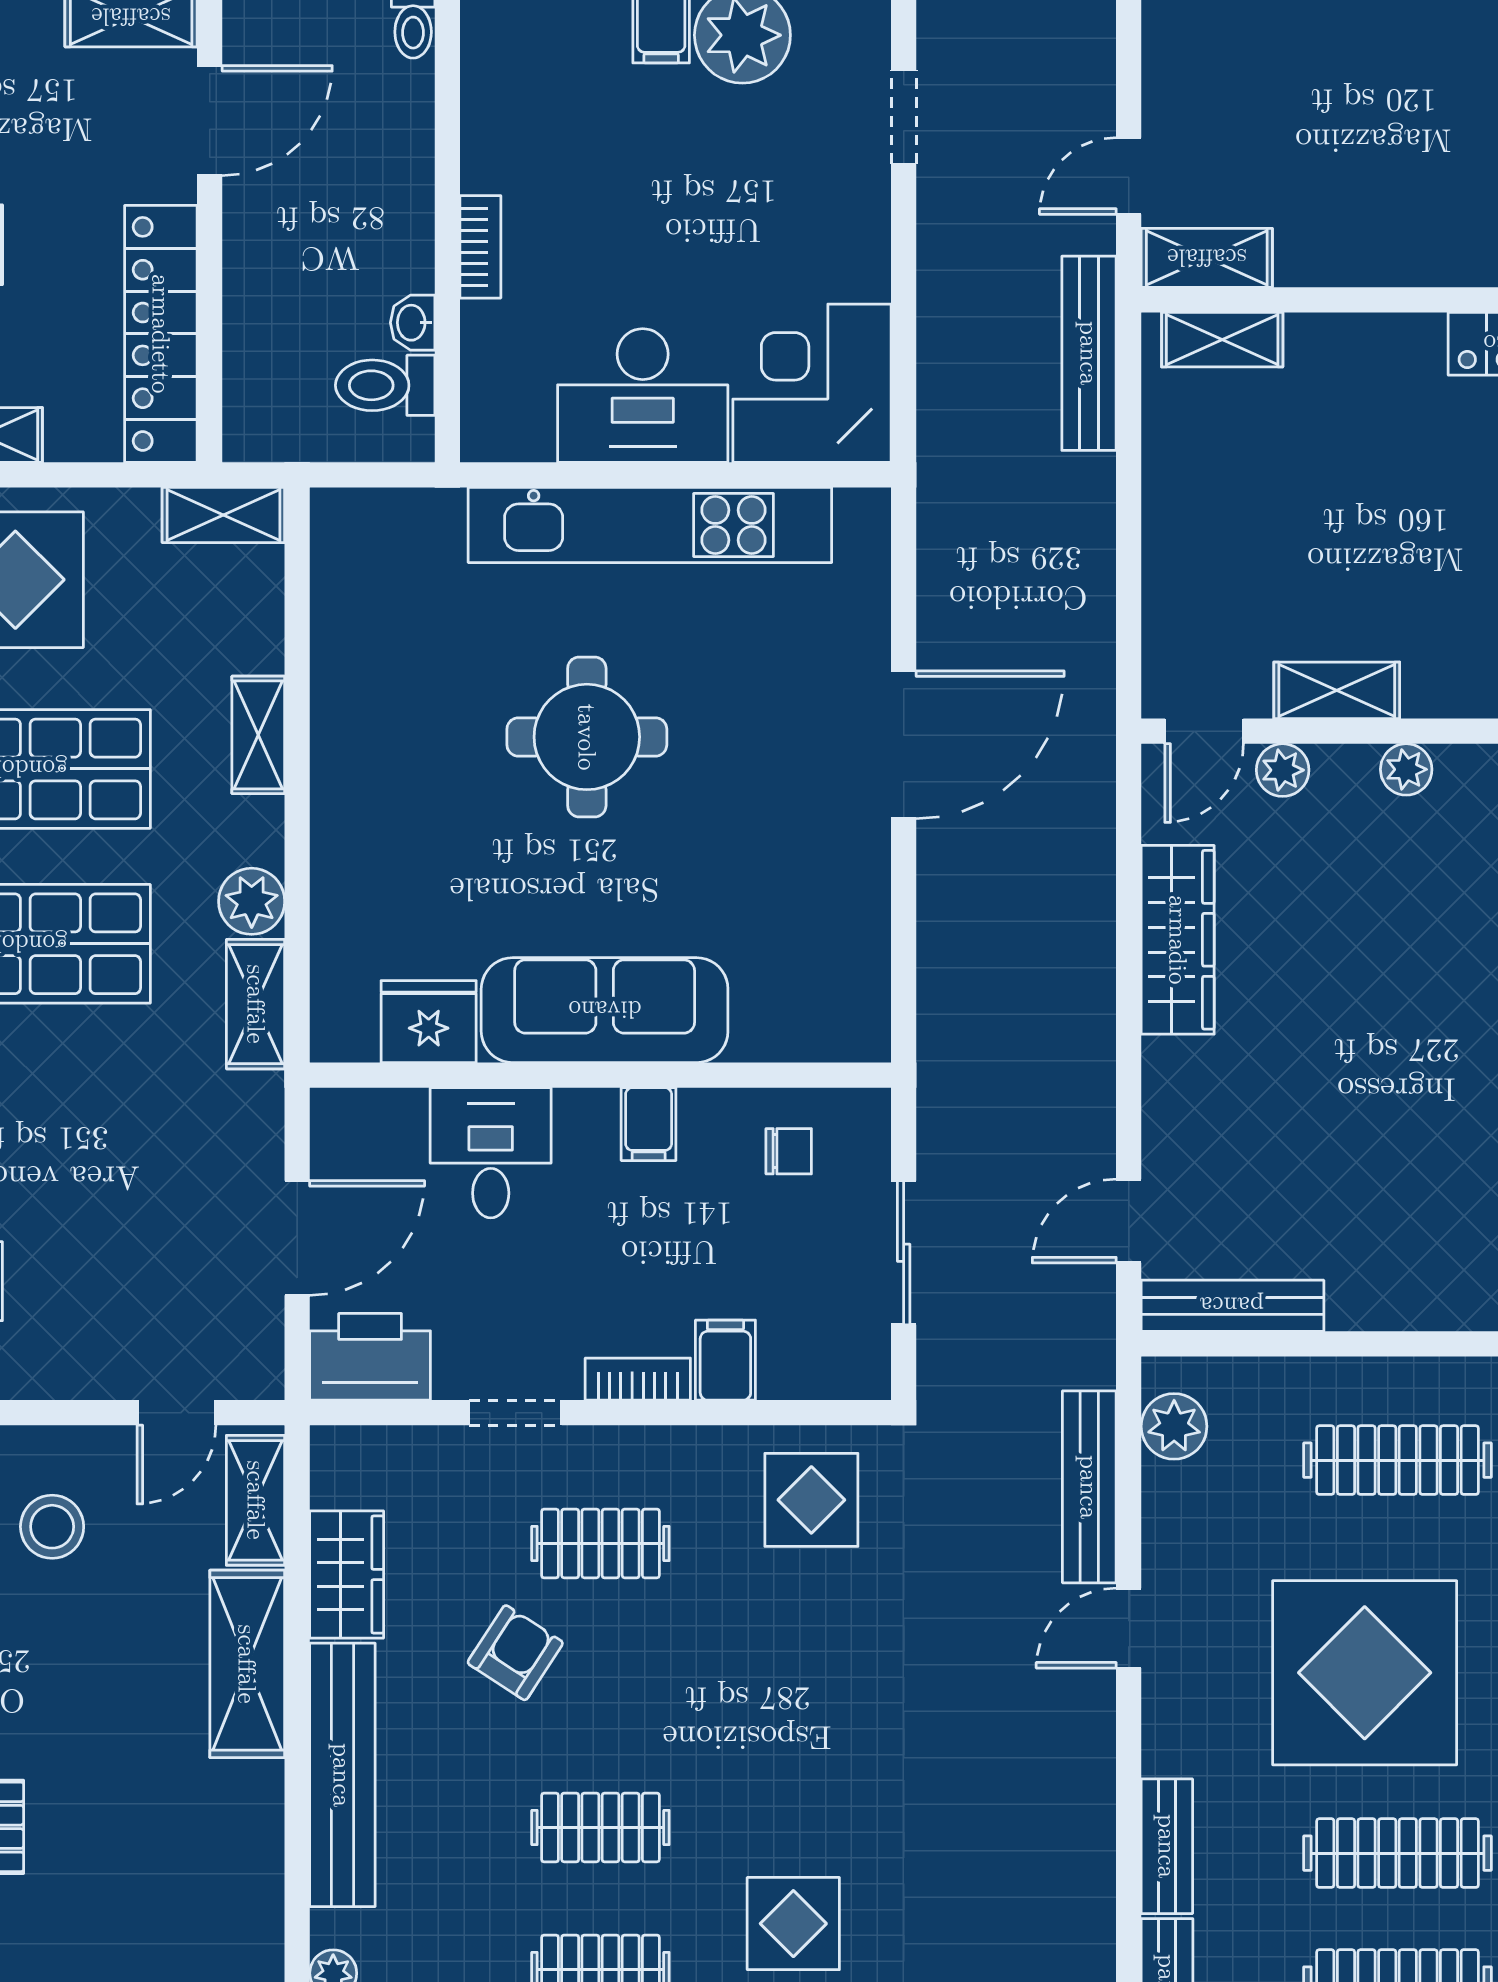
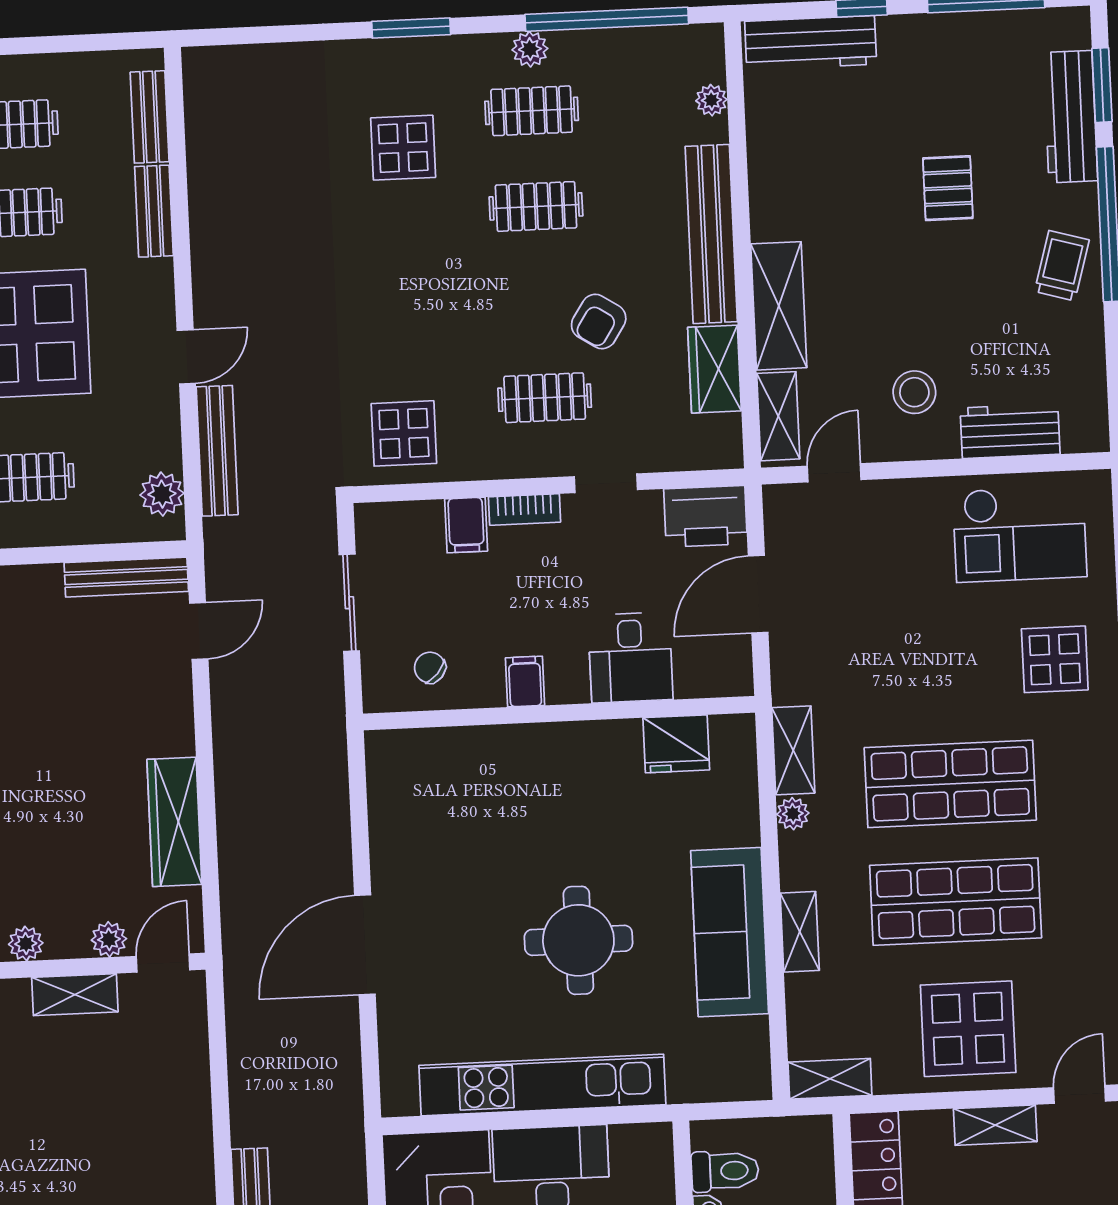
plant: (252, 901) -> (793, 814), width x0.73, depth x0.73
sofa: (605, 1010) -> (730, 932), moved, turned 90
chair: (789, 1151) -> (430, 668), turned 41

